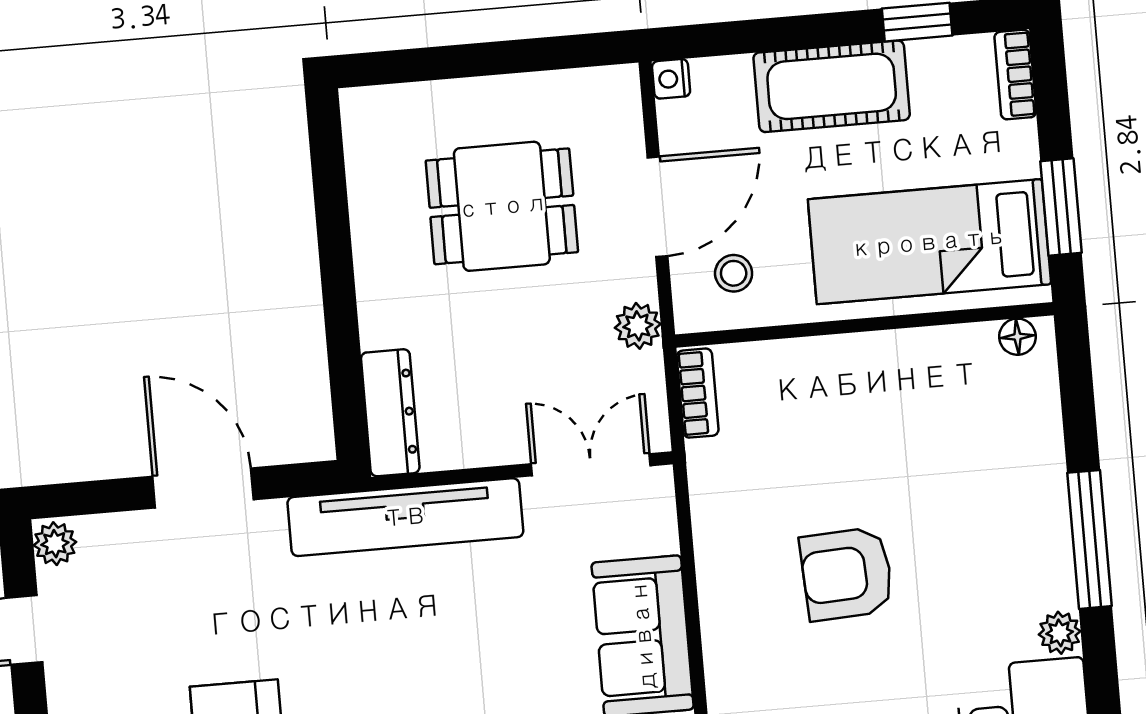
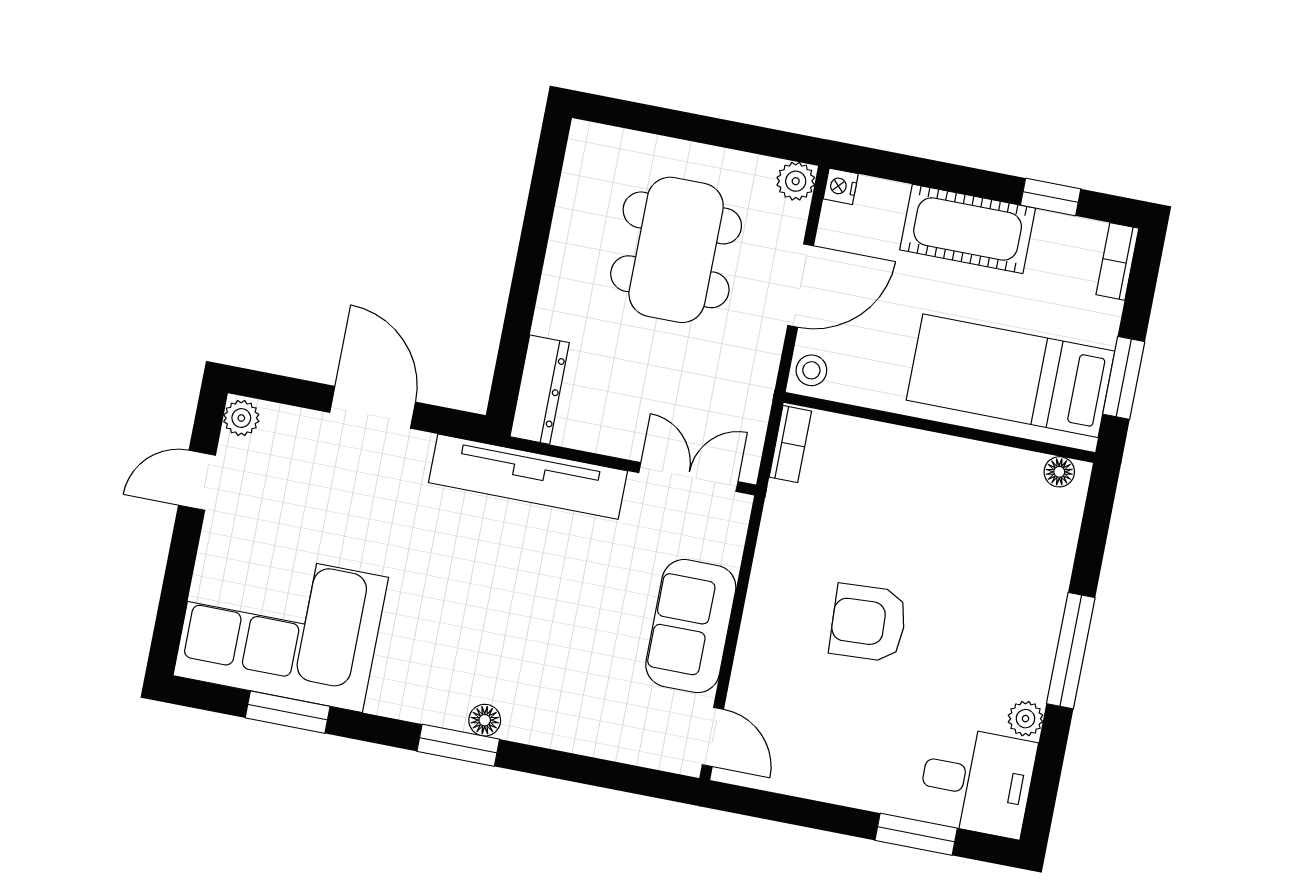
dining table: (502, 206) -> (676, 250), width x1.38
stool: (734, 273) -> (811, 370), moved
plant: (638, 326) -> (796, 181), moved

